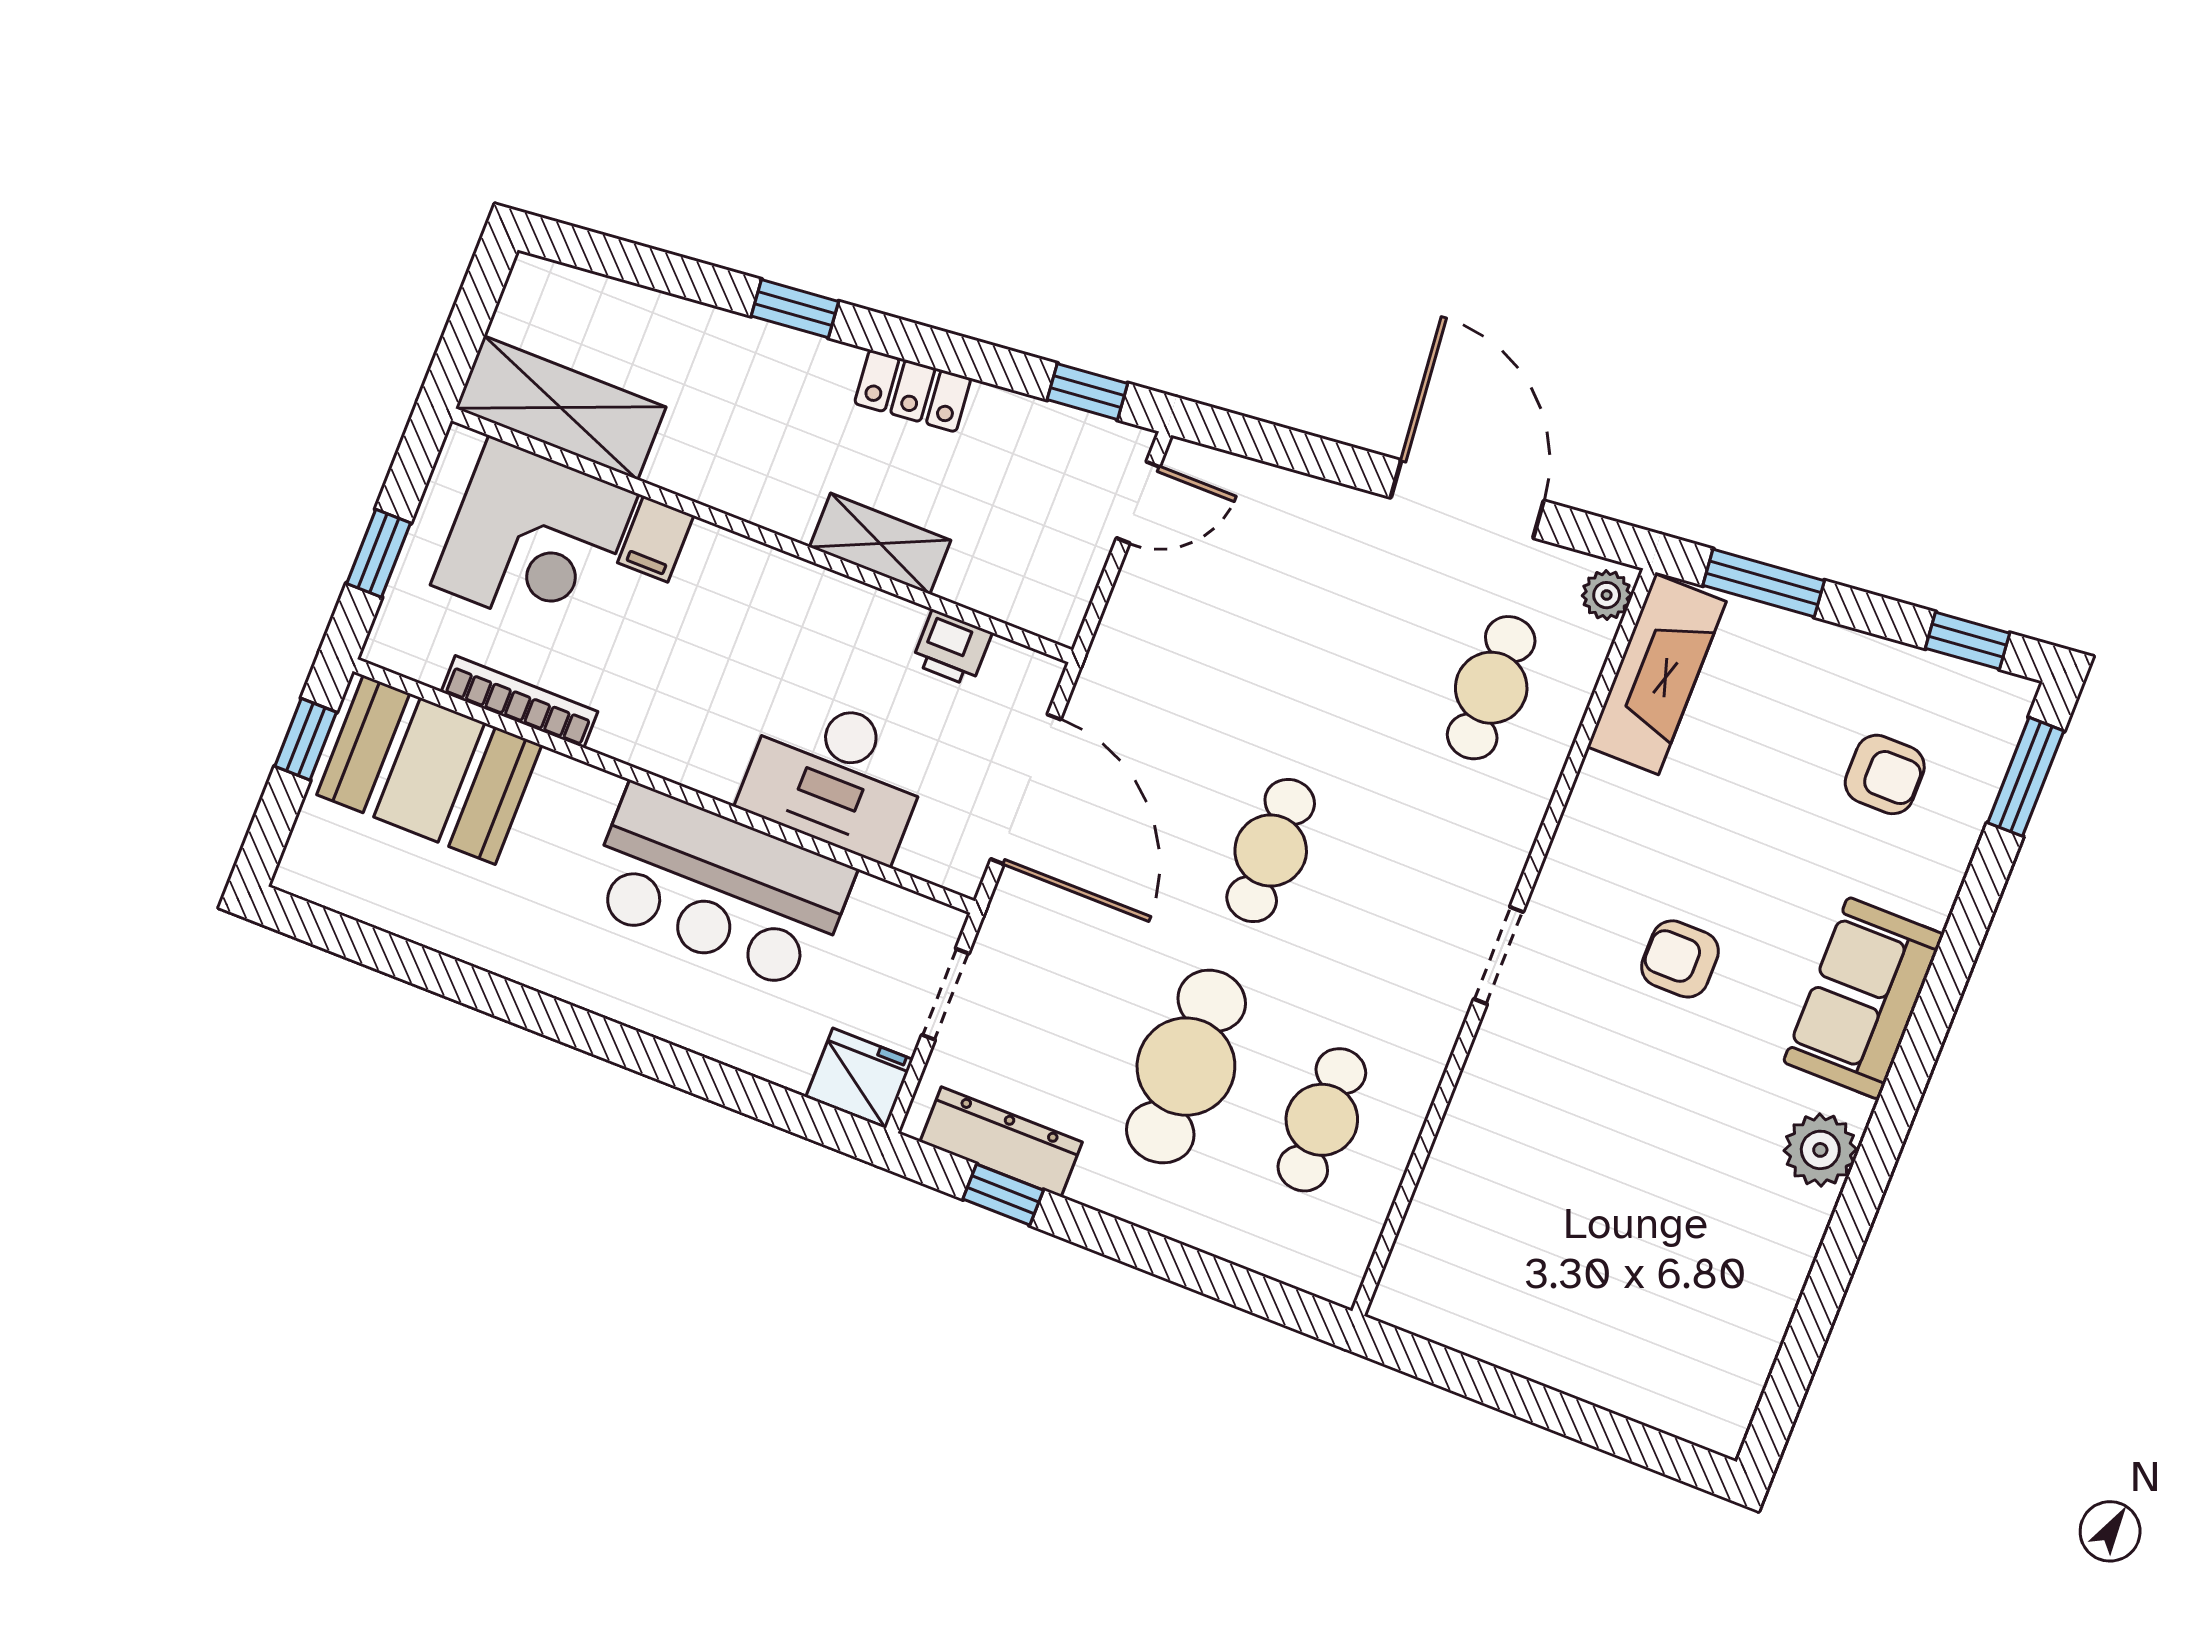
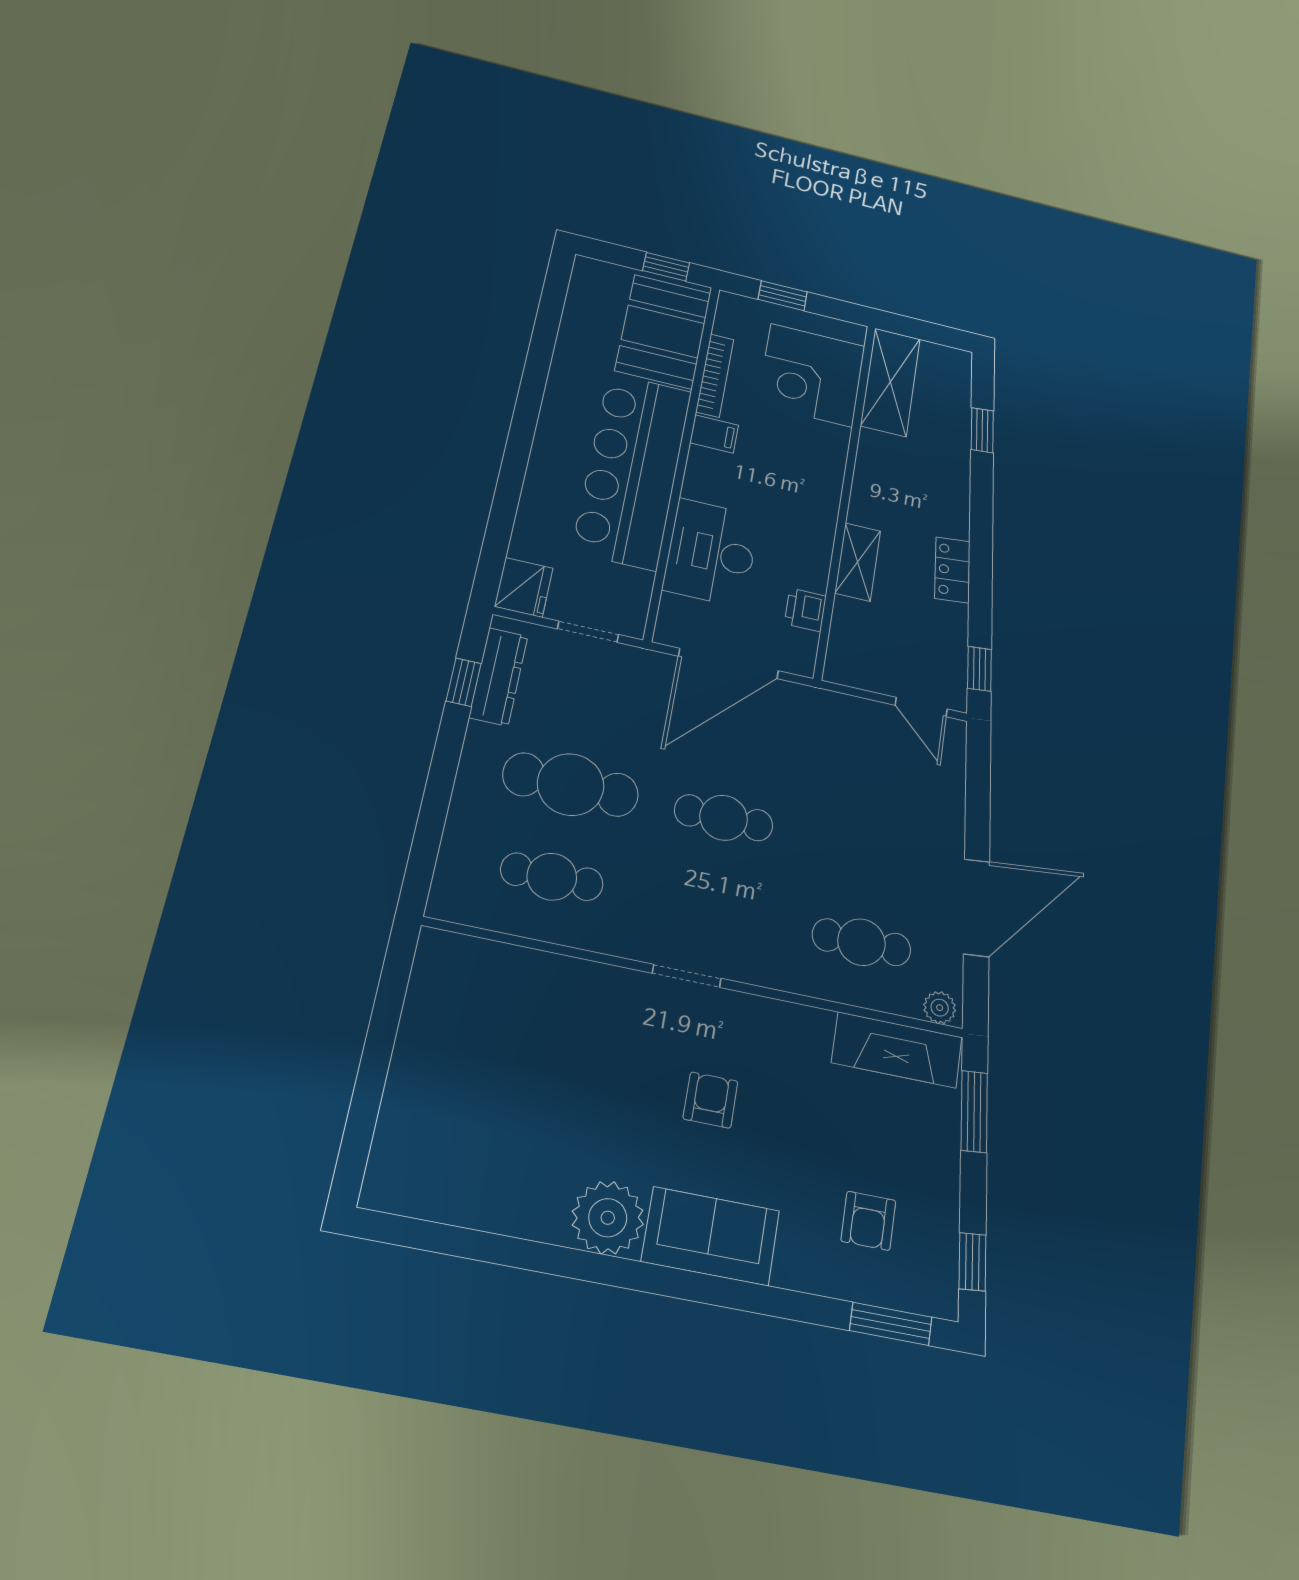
window: (795, 309) -> (982, 430), moved
filing cabinet: (656, 539) -> (714, 434), moved, turned 180
bar counter: (719, 888) -> (632, 470), width x1.36
plant: (1820, 1150) -> (608, 1218), width x1.36, depth x1.36

